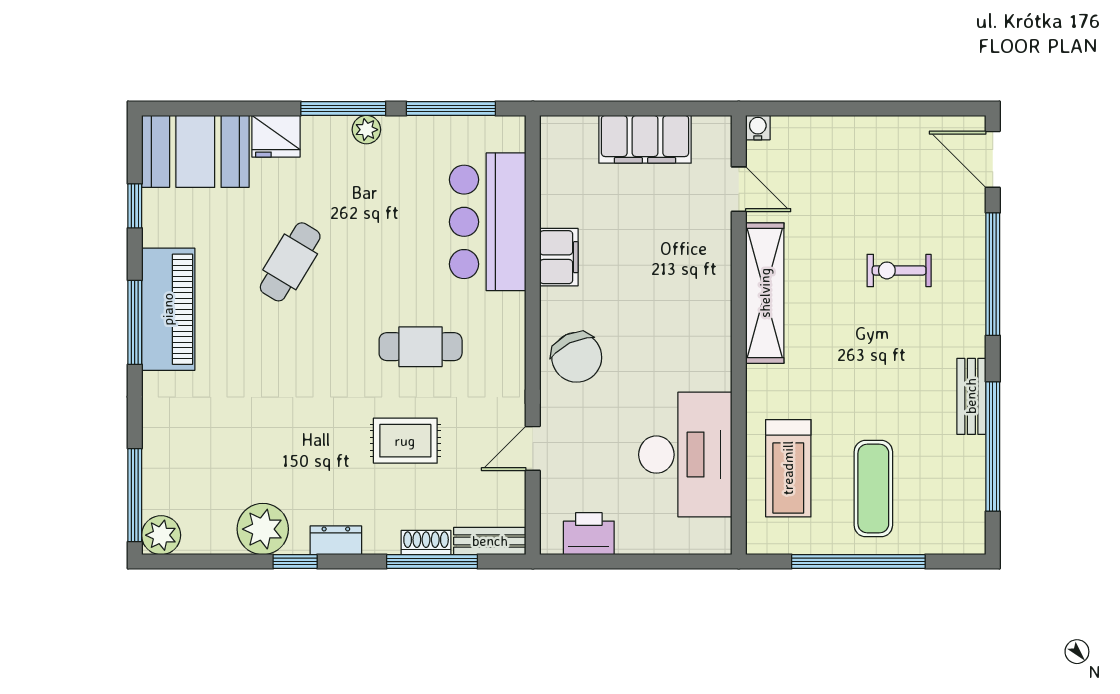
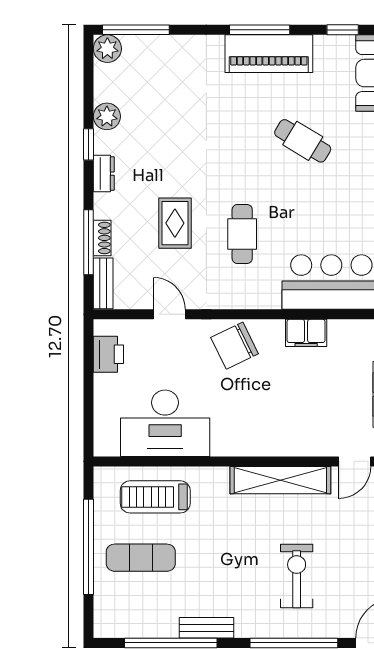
exercise bike: (899, 270) -> (297, 576), width x1.38, depth x1.39
plant: (263, 529) -> (107, 116), width x0.73, depth x0.73

